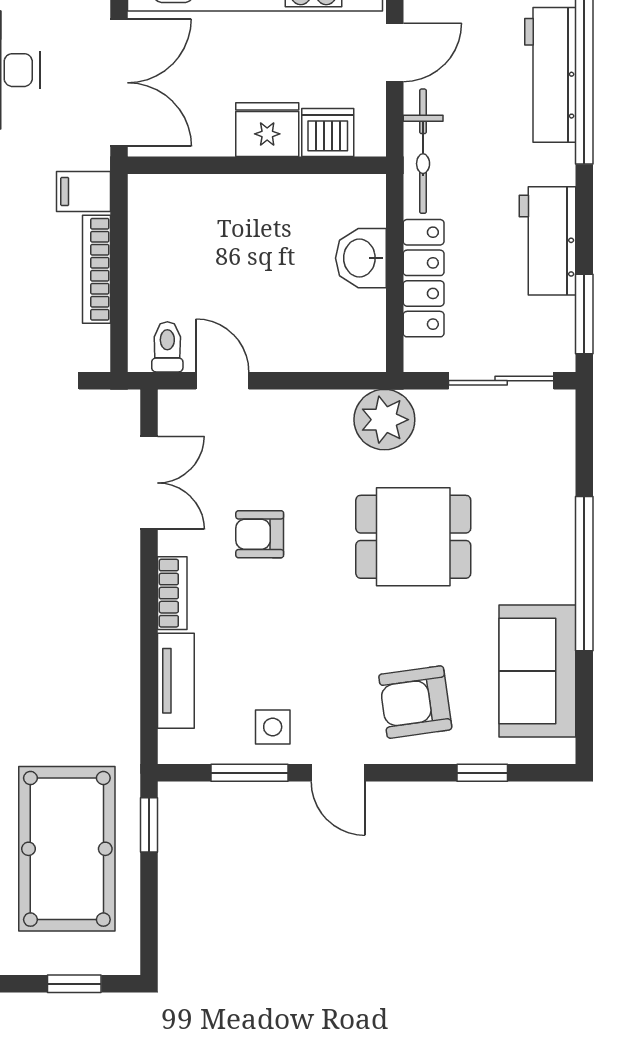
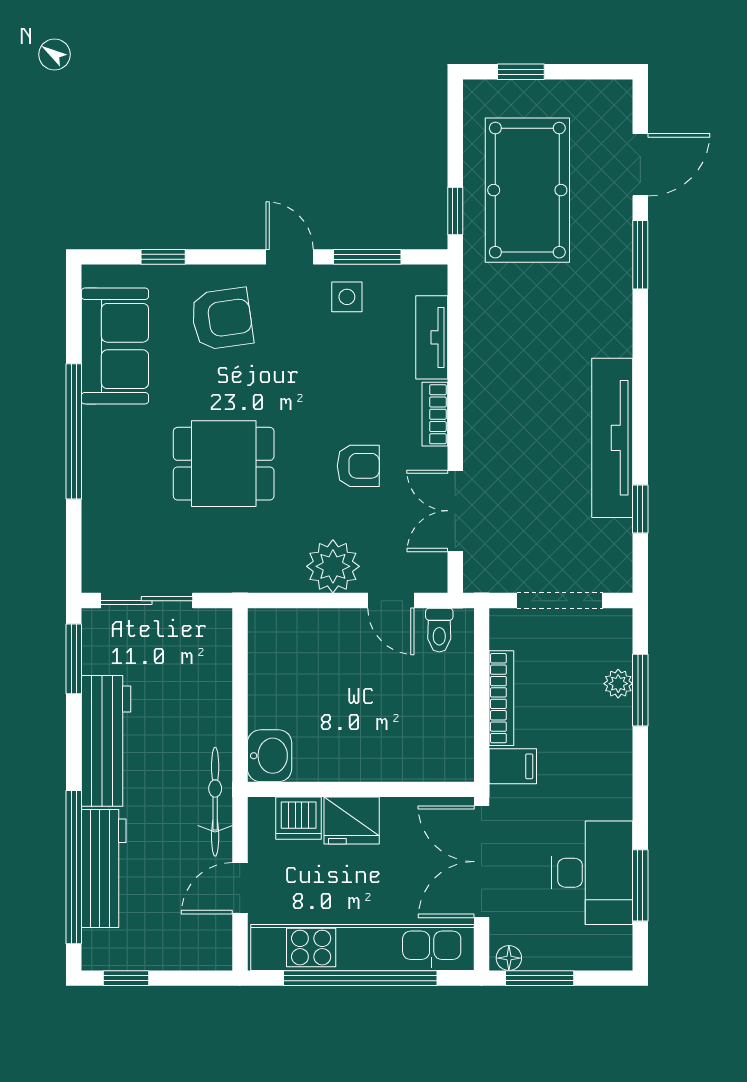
workbench: (548, 241) -> (106, 741), width x1.37
washbasin: (361, 258) -> (270, 756), moved
locker: (424, 278) -> (215, 690), removed
plant: (384, 420) -> (333, 566), moved

